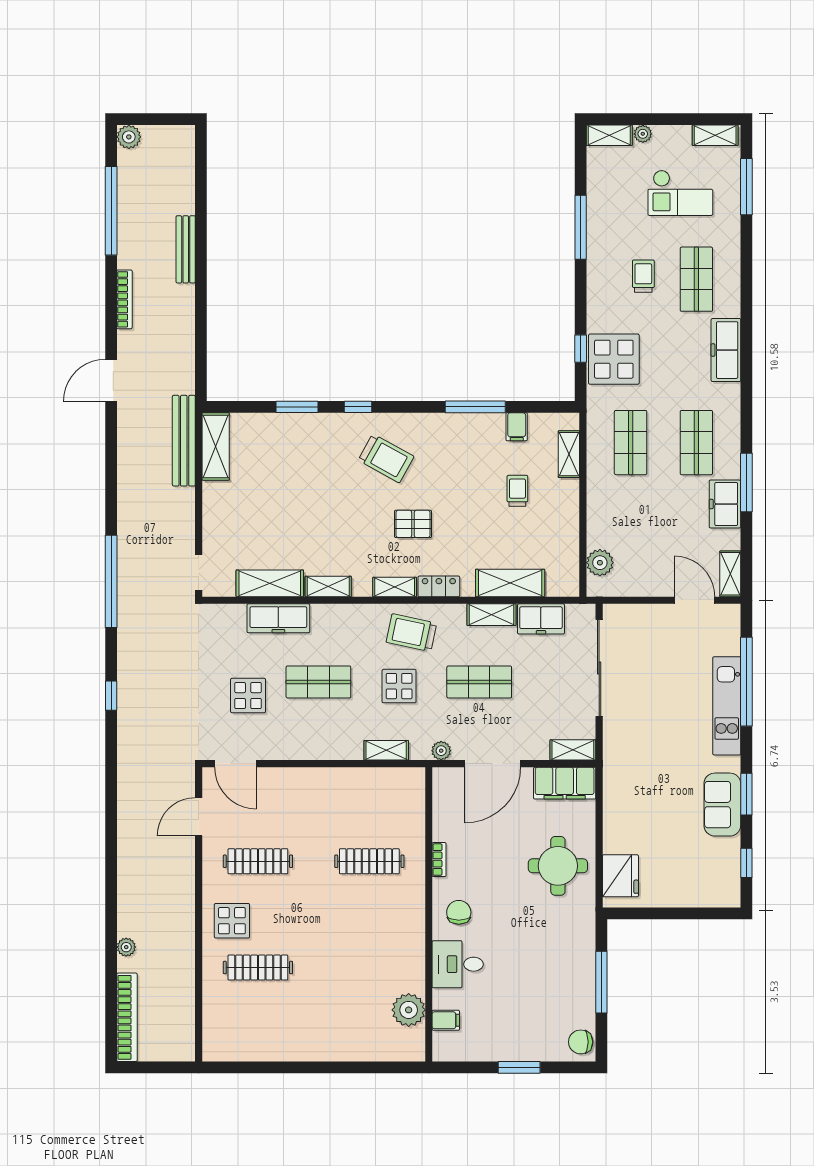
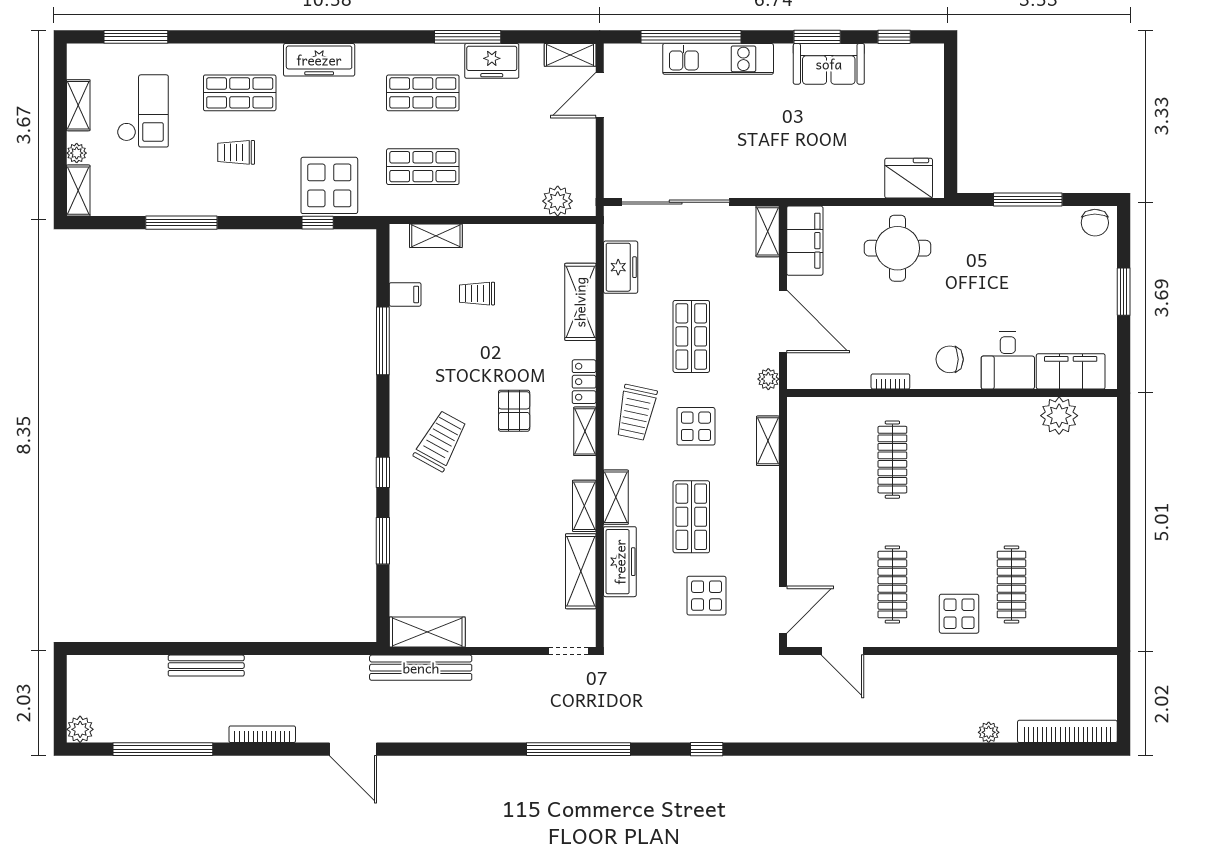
shelving: (715, 135) -> (78, 105), moved
shelving: (491, 615) -> (616, 497), moved
filing cabinet: (446, 1020) -> (1071, 371), width x3.00, depth x1.17

